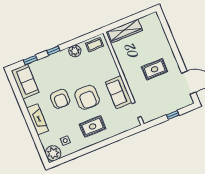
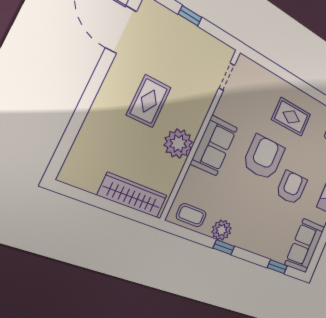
window: (53, 51) -> (224, 247), moved
plant: (128, 66) -> (178, 144), added
rug: (155, 69) -> (149, 101), turned 90
sofa: (119, 92) -> (214, 146), moved

